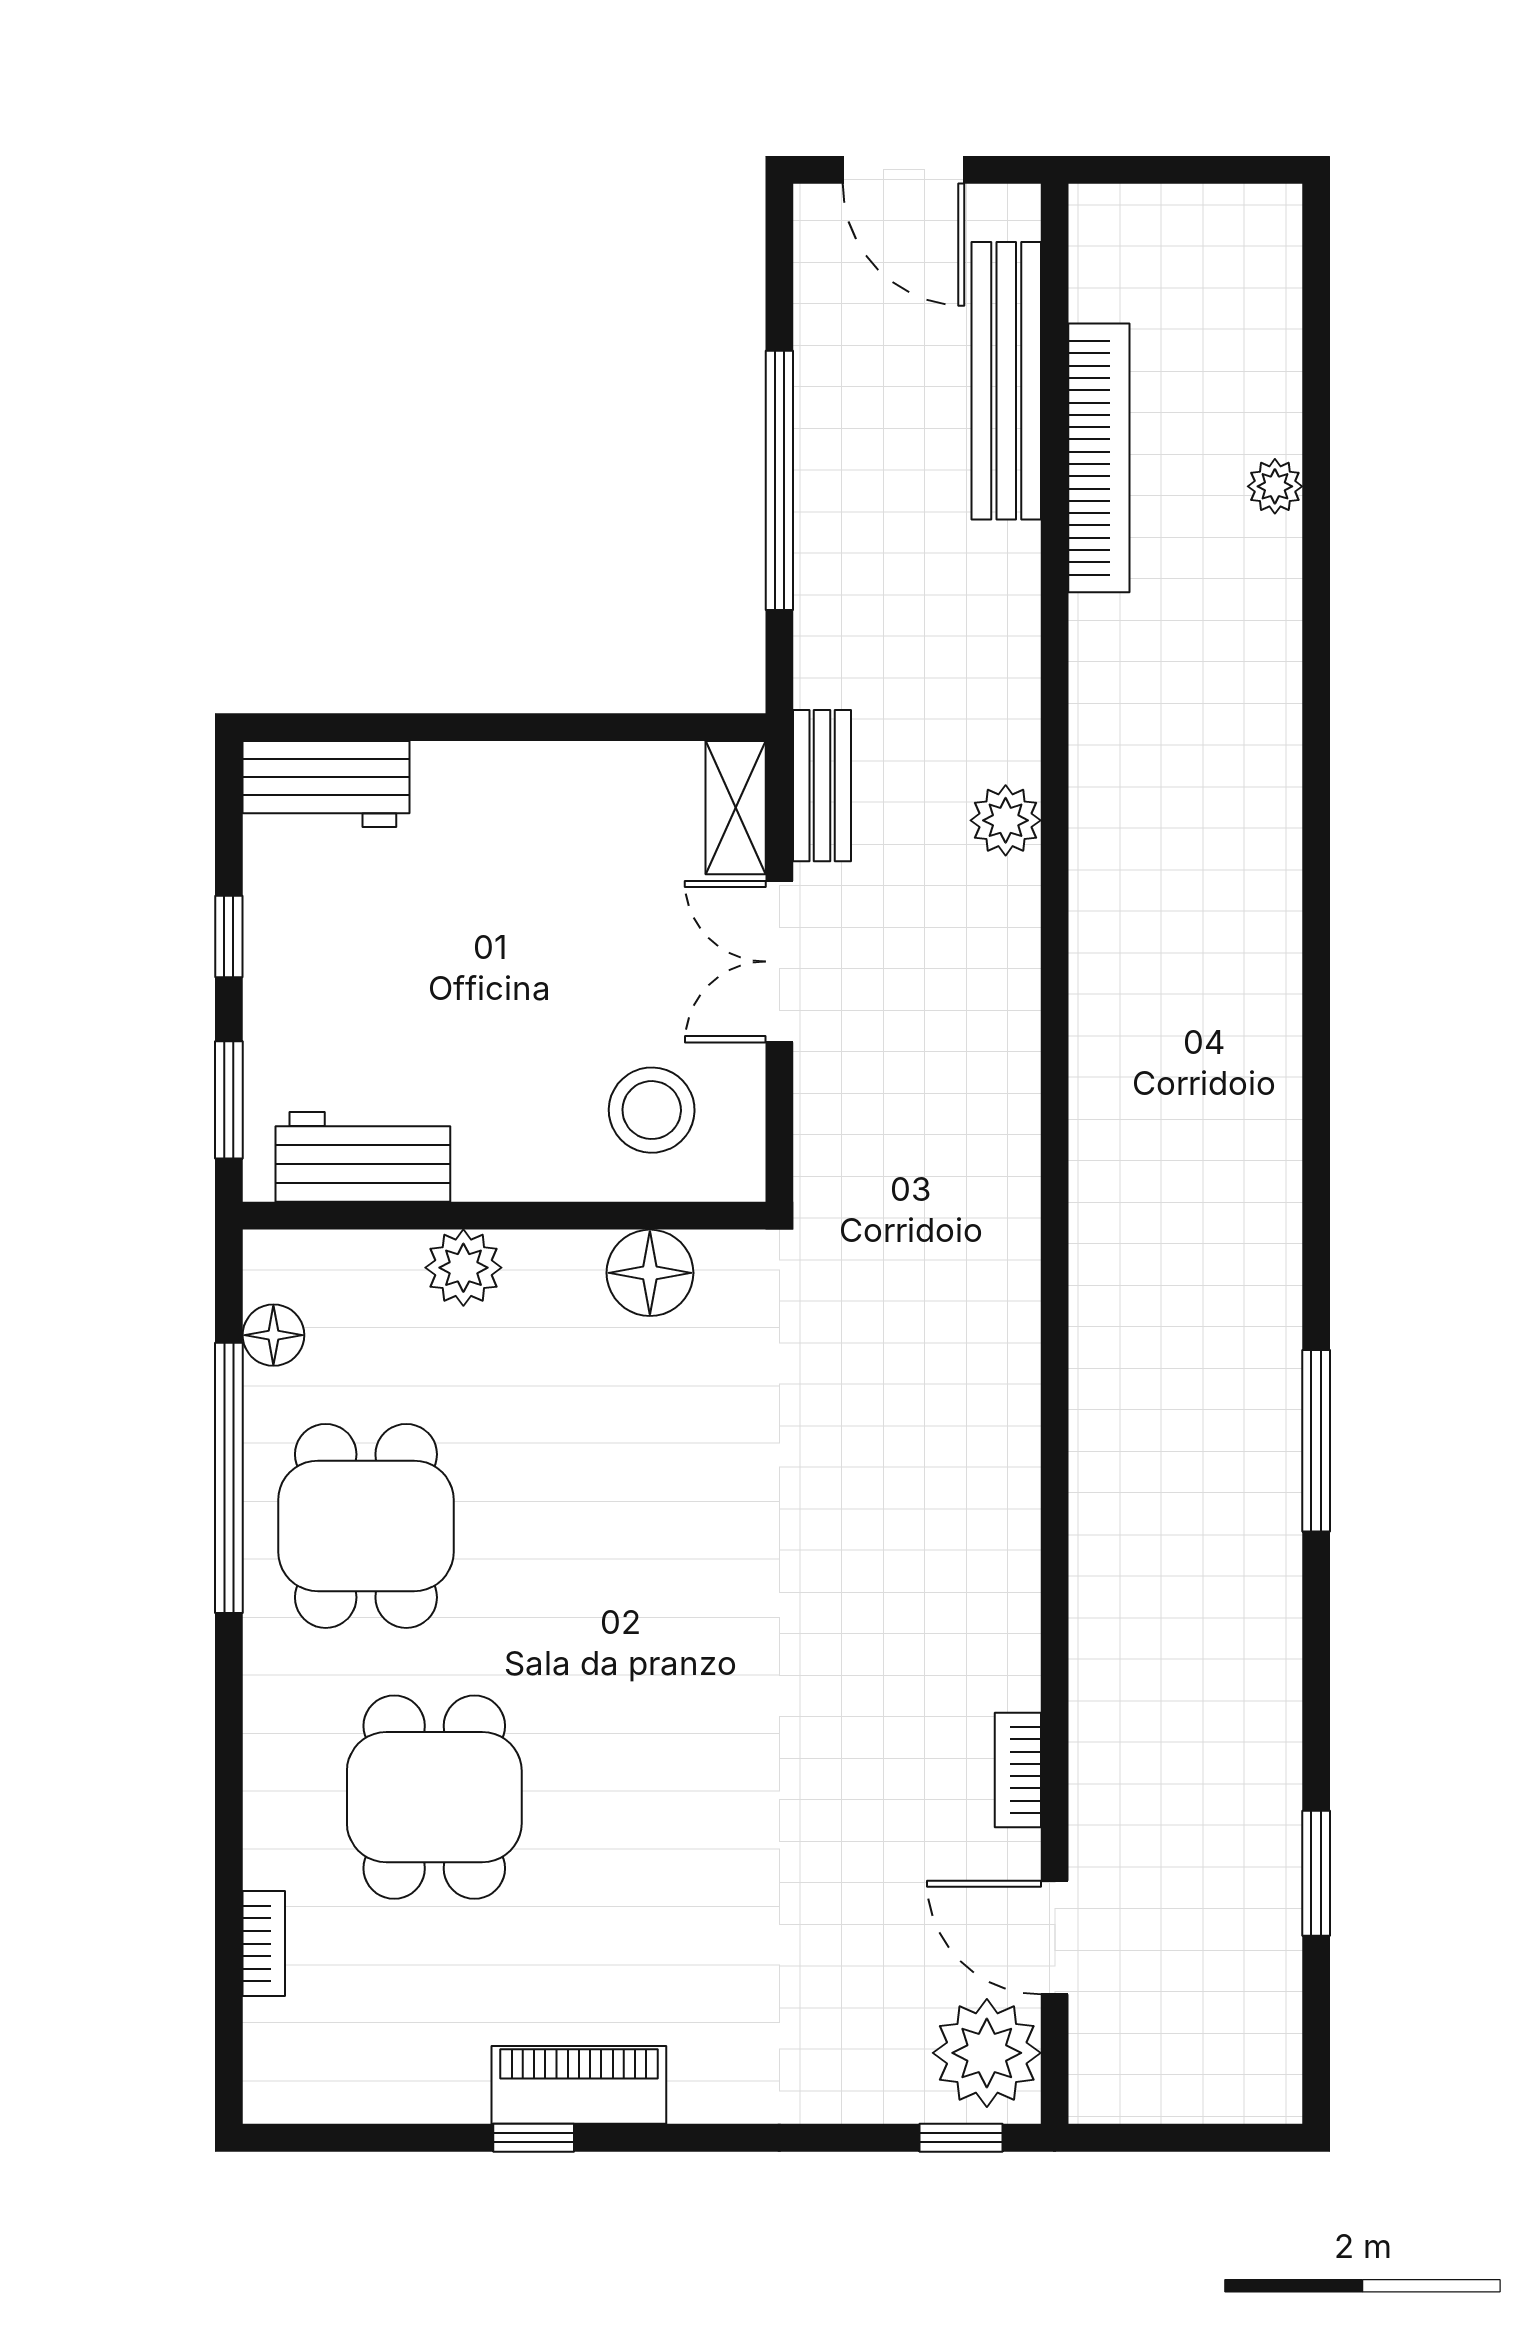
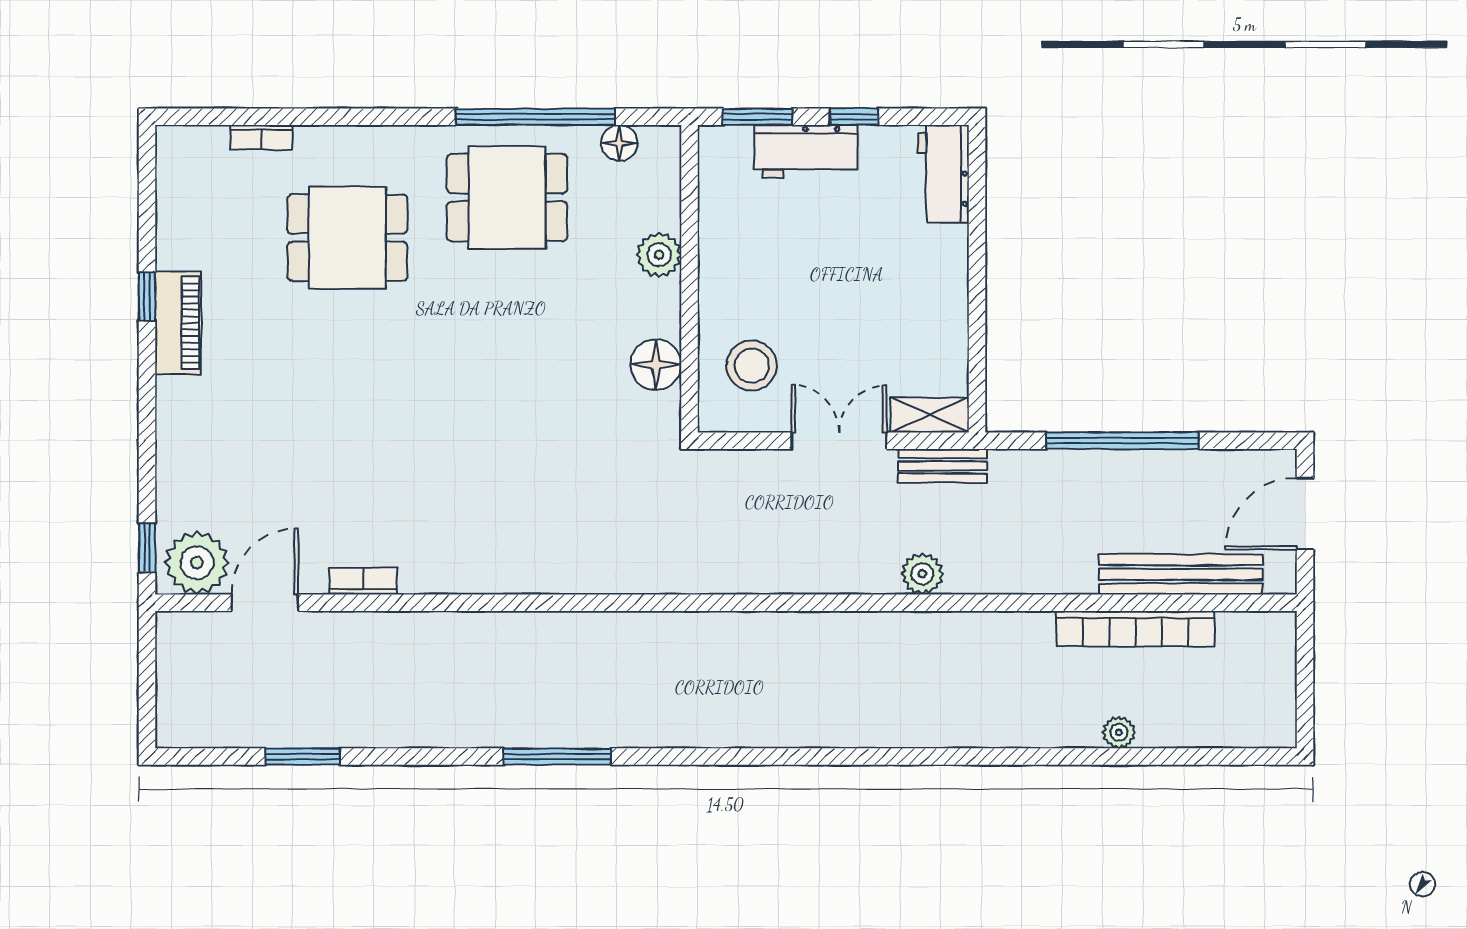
workbench: (363, 1157) -> (806, 151), moved, turned 90

